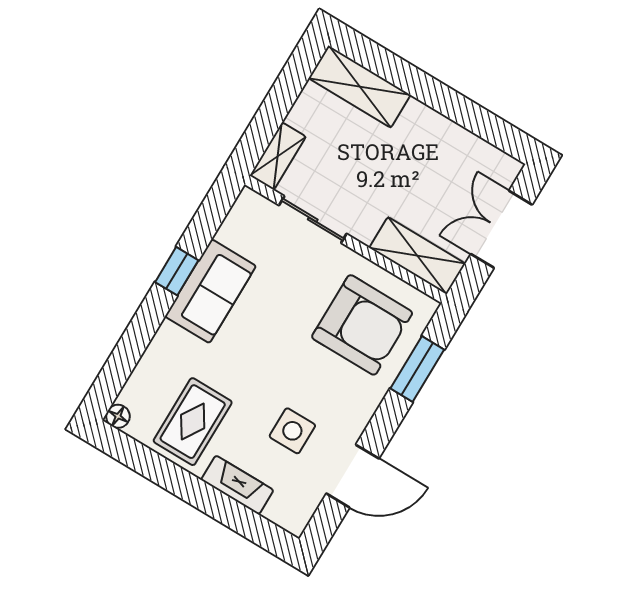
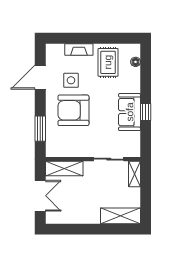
armchair: (362, 325) -> (73, 110), moved
floor lamp: (118, 416) -> (136, 62), moved

